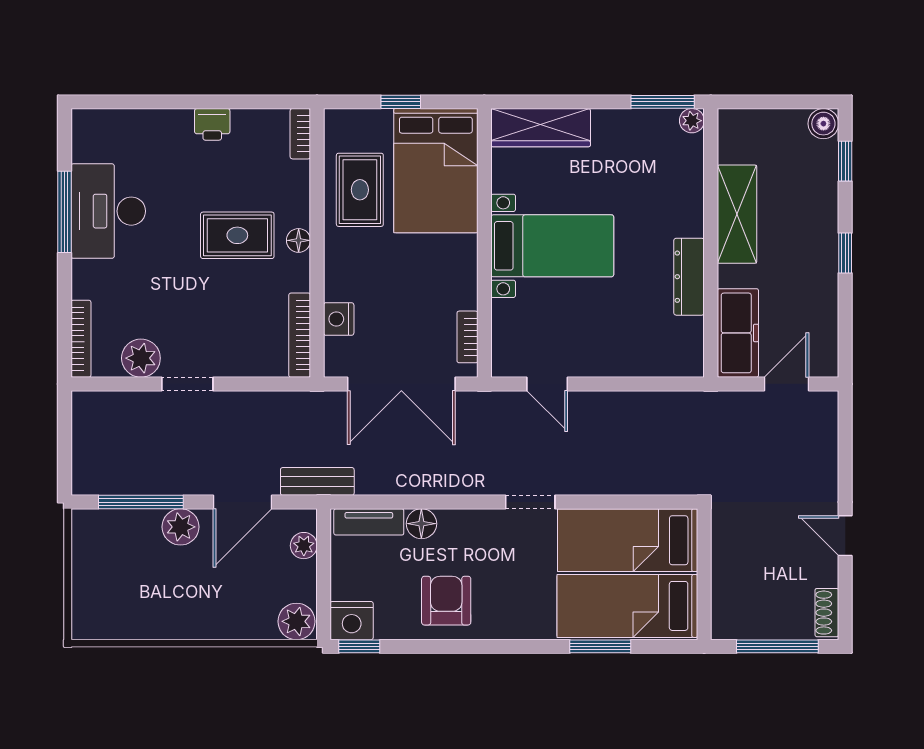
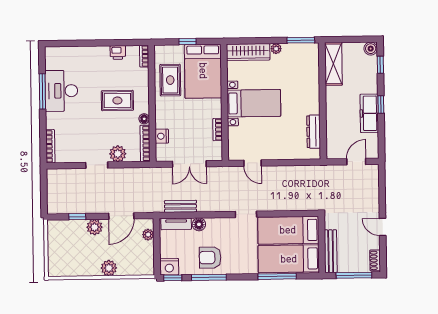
plant: (692, 121) -> (276, 49), moved
printer: (212, 124) -> (118, 52), moved
shelving: (737, 214) -> (333, 64), moved
floor lamp: (299, 240) -> (144, 119), moved
dresser: (689, 277) -> (314, 132), moved
freezer: (738, 333) -> (369, 113), moved, turned 180
bookcase: (467, 337) -> (218, 130), moved
plant: (141, 358) -> (118, 154), moved
double door: (401, 384) -> (189, 164), width x0.73
bench: (317, 481) -> (180, 206), moved
window: (141, 502) -> (77, 217), width x0.46
bench: (725, 590) -> (331, 251), added
armchair: (446, 601) -> (210, 258), turned -90
plant: (296, 621) -> (109, 268), moved
window: (443, 646) -> (209, 277), added
window: (600, 646) -> (277, 276), width x1.44

